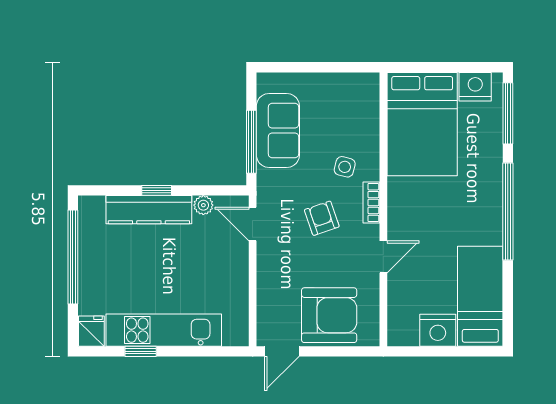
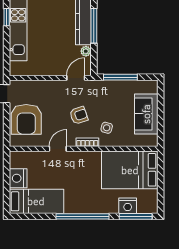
nightstand: (475, 87) -> (128, 206), moved, turned 90
sofa: (278, 131) -> (146, 114), moved, turned 90
window: (157, 190) -> (94, 26), width x2.17
door: (383, 257) -> (58, 149), swing flipped

